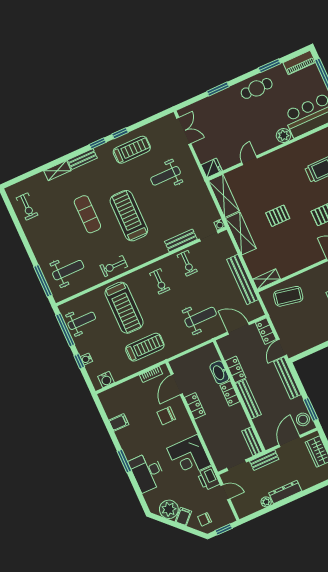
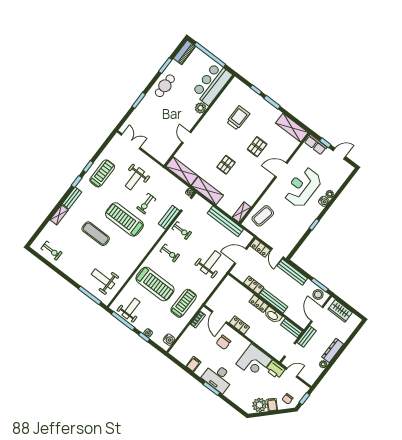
fridge: (212, 168) -> (163, 156), removed
exercise bike: (114, 266) -> (146, 204), moved
weight bench: (68, 270) -> (103, 279), turned -90
washbasin: (219, 372) -> (273, 315), moved
desk: (147, 472) -> (218, 378), moved

